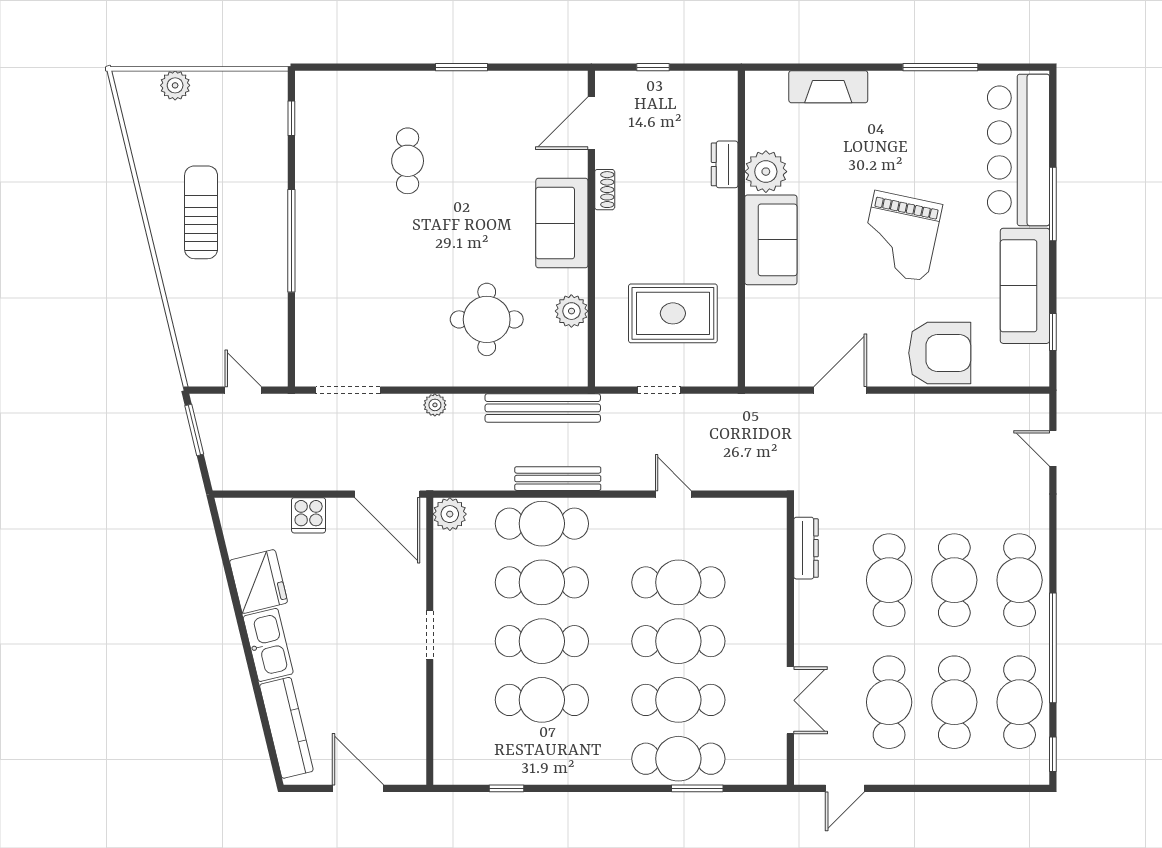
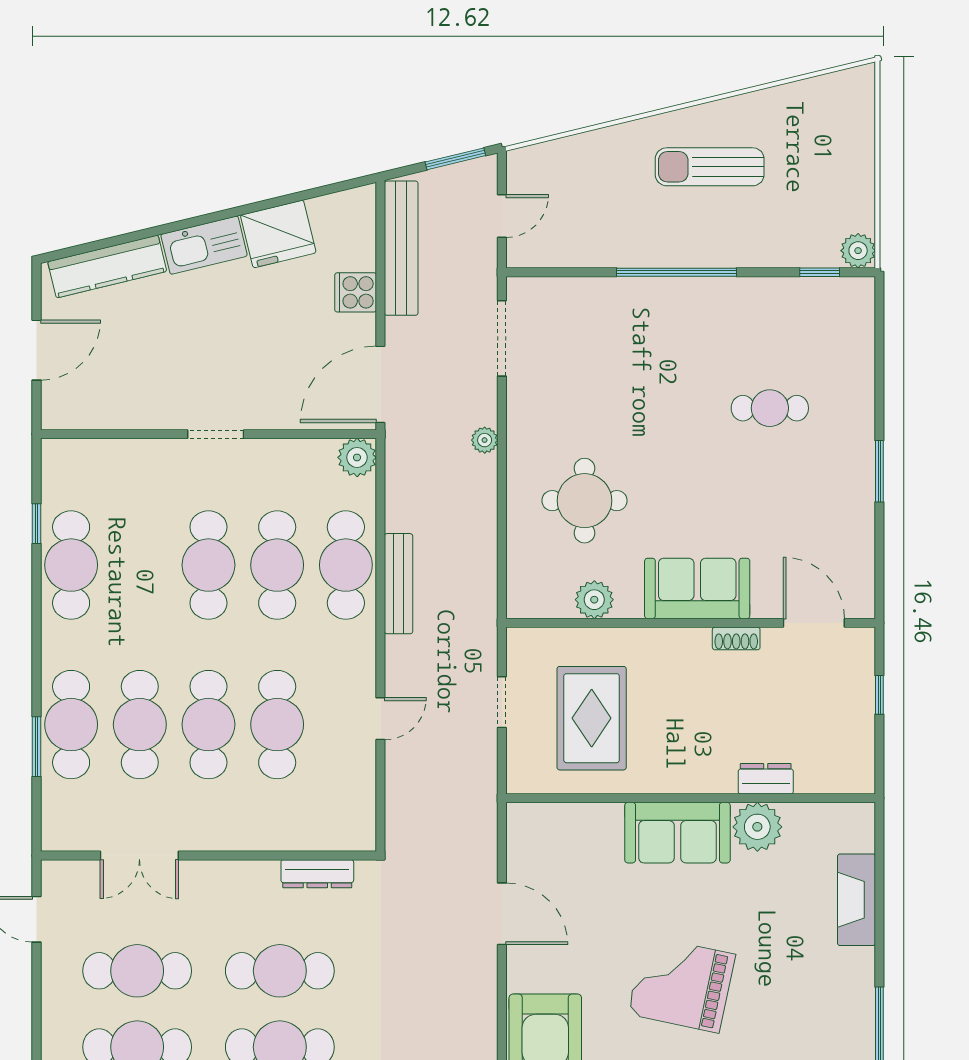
plant: (175, 85) -> (858, 251), moved
sun lounger: (201, 212) -> (710, 167), turned 180
bench: (543, 408) -> (401, 248), moved
cafe table: (542, 700) -> (71, 565), moved

